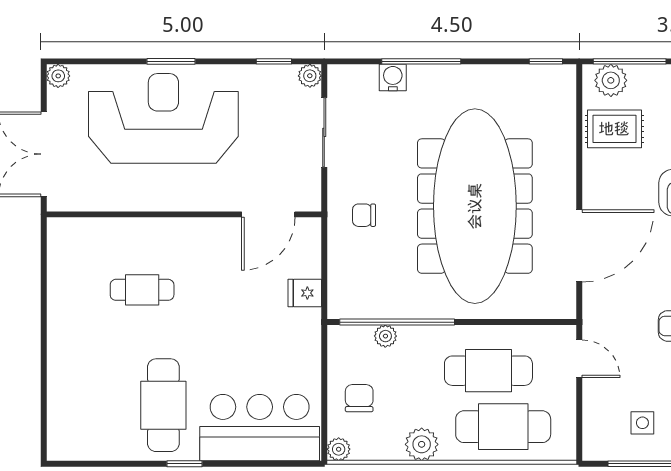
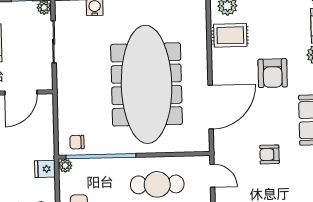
chair: (364, 215) -> (77, 142), moved
fridge: (305, 293) -> (45, 169), moved
plant: (385, 336) -> (65, 166), moved

